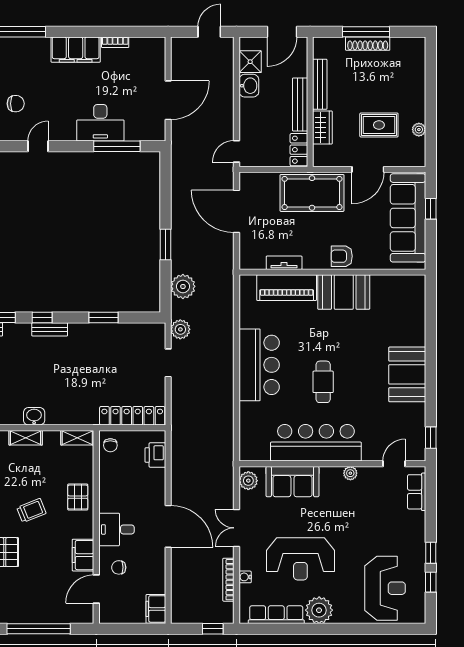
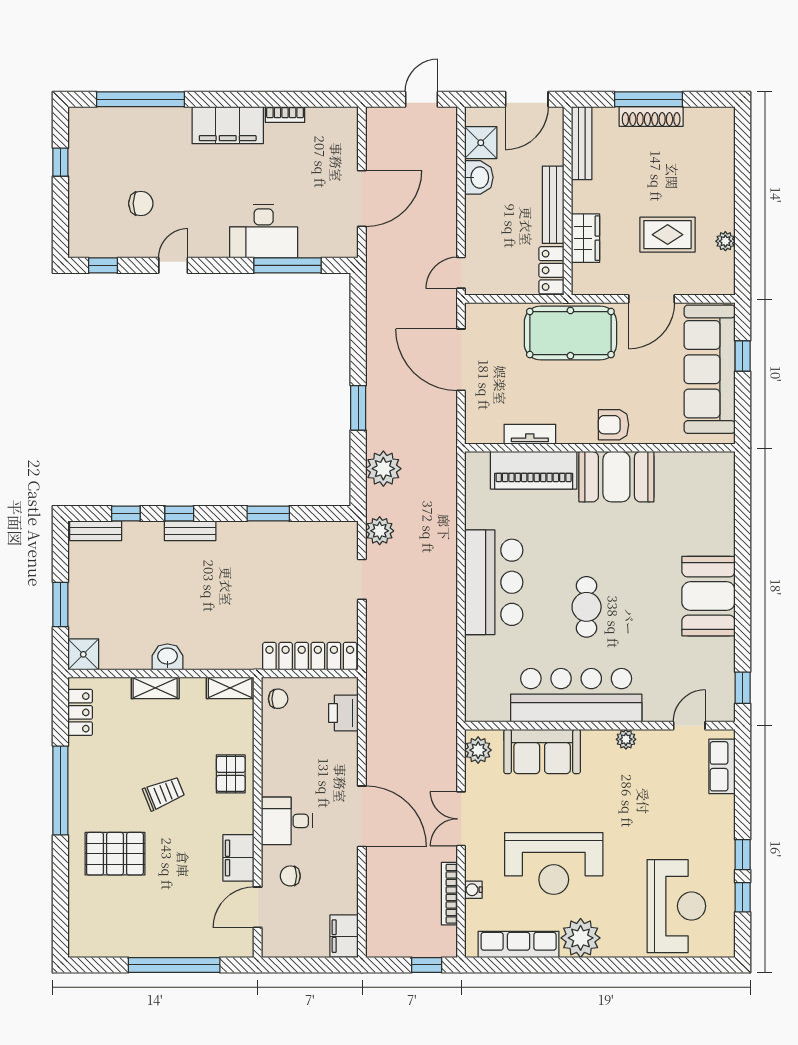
bench: (320, 84) -> (582, 143), moved
chair: (110, 445) -> (278, 699), turned -90

